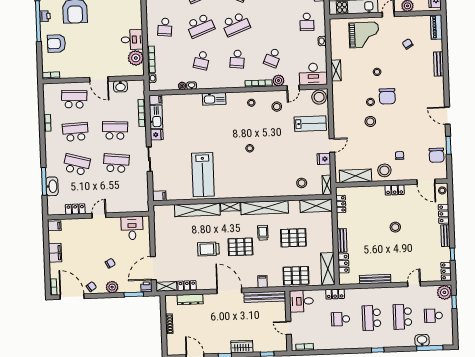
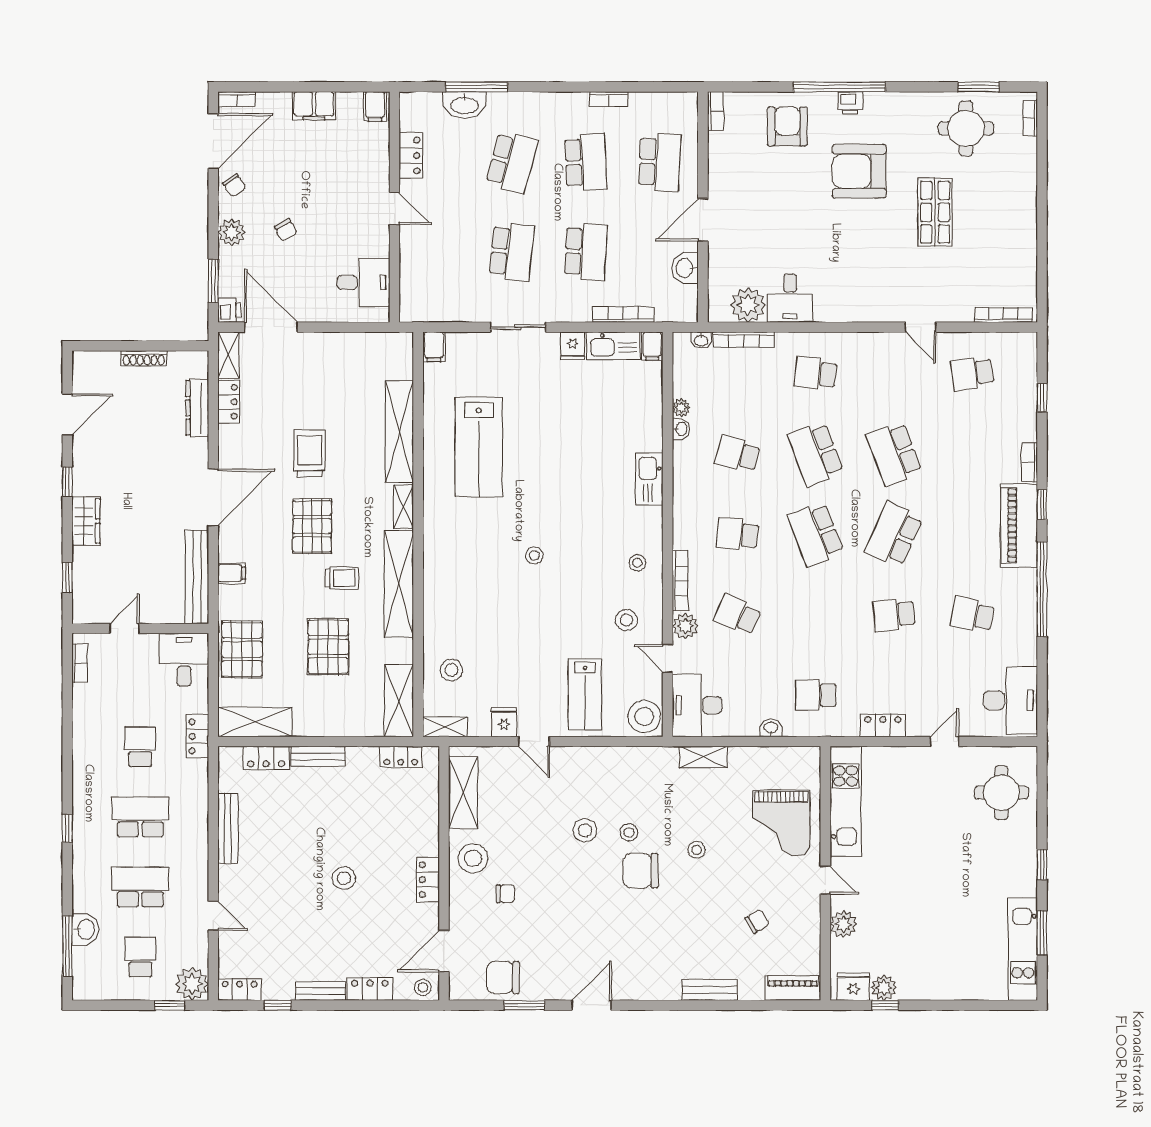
lab bench: (203, 175) -> (479, 447), turned -90

